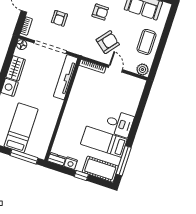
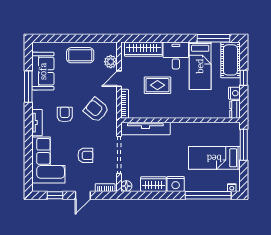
armchair: (108, 42) -> (96, 110), moved
plant: (142, 70) -> (111, 62), moved
wardrobe: (134, 98) -> (143, 49), added
rug: (99, 100) -> (157, 85), added

